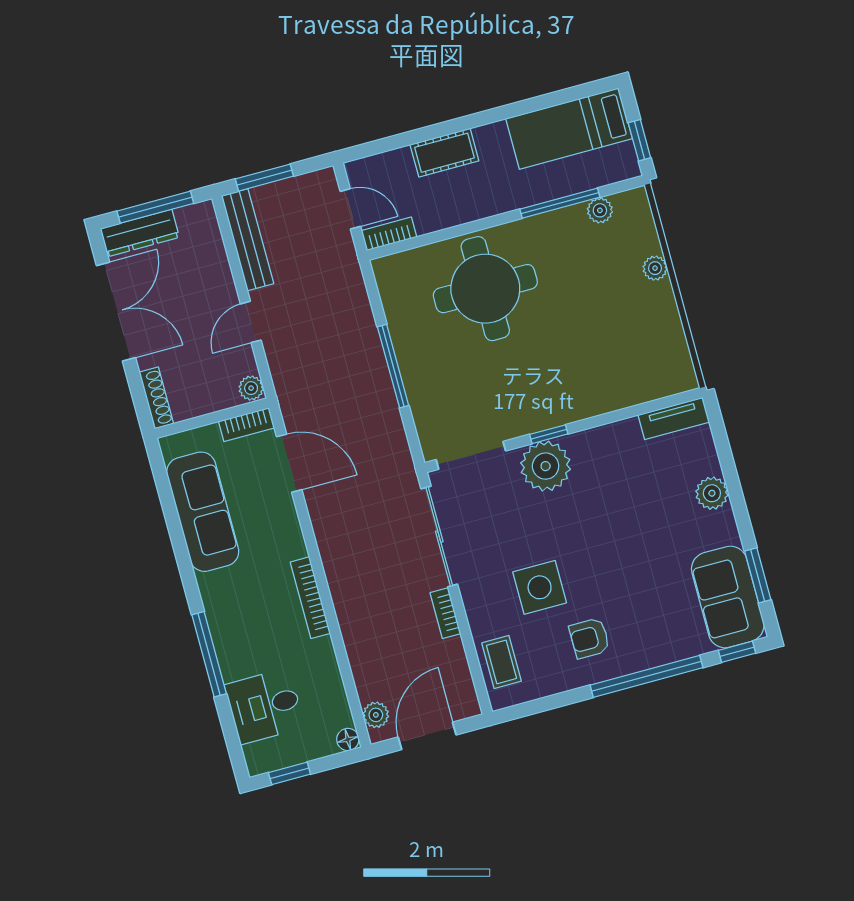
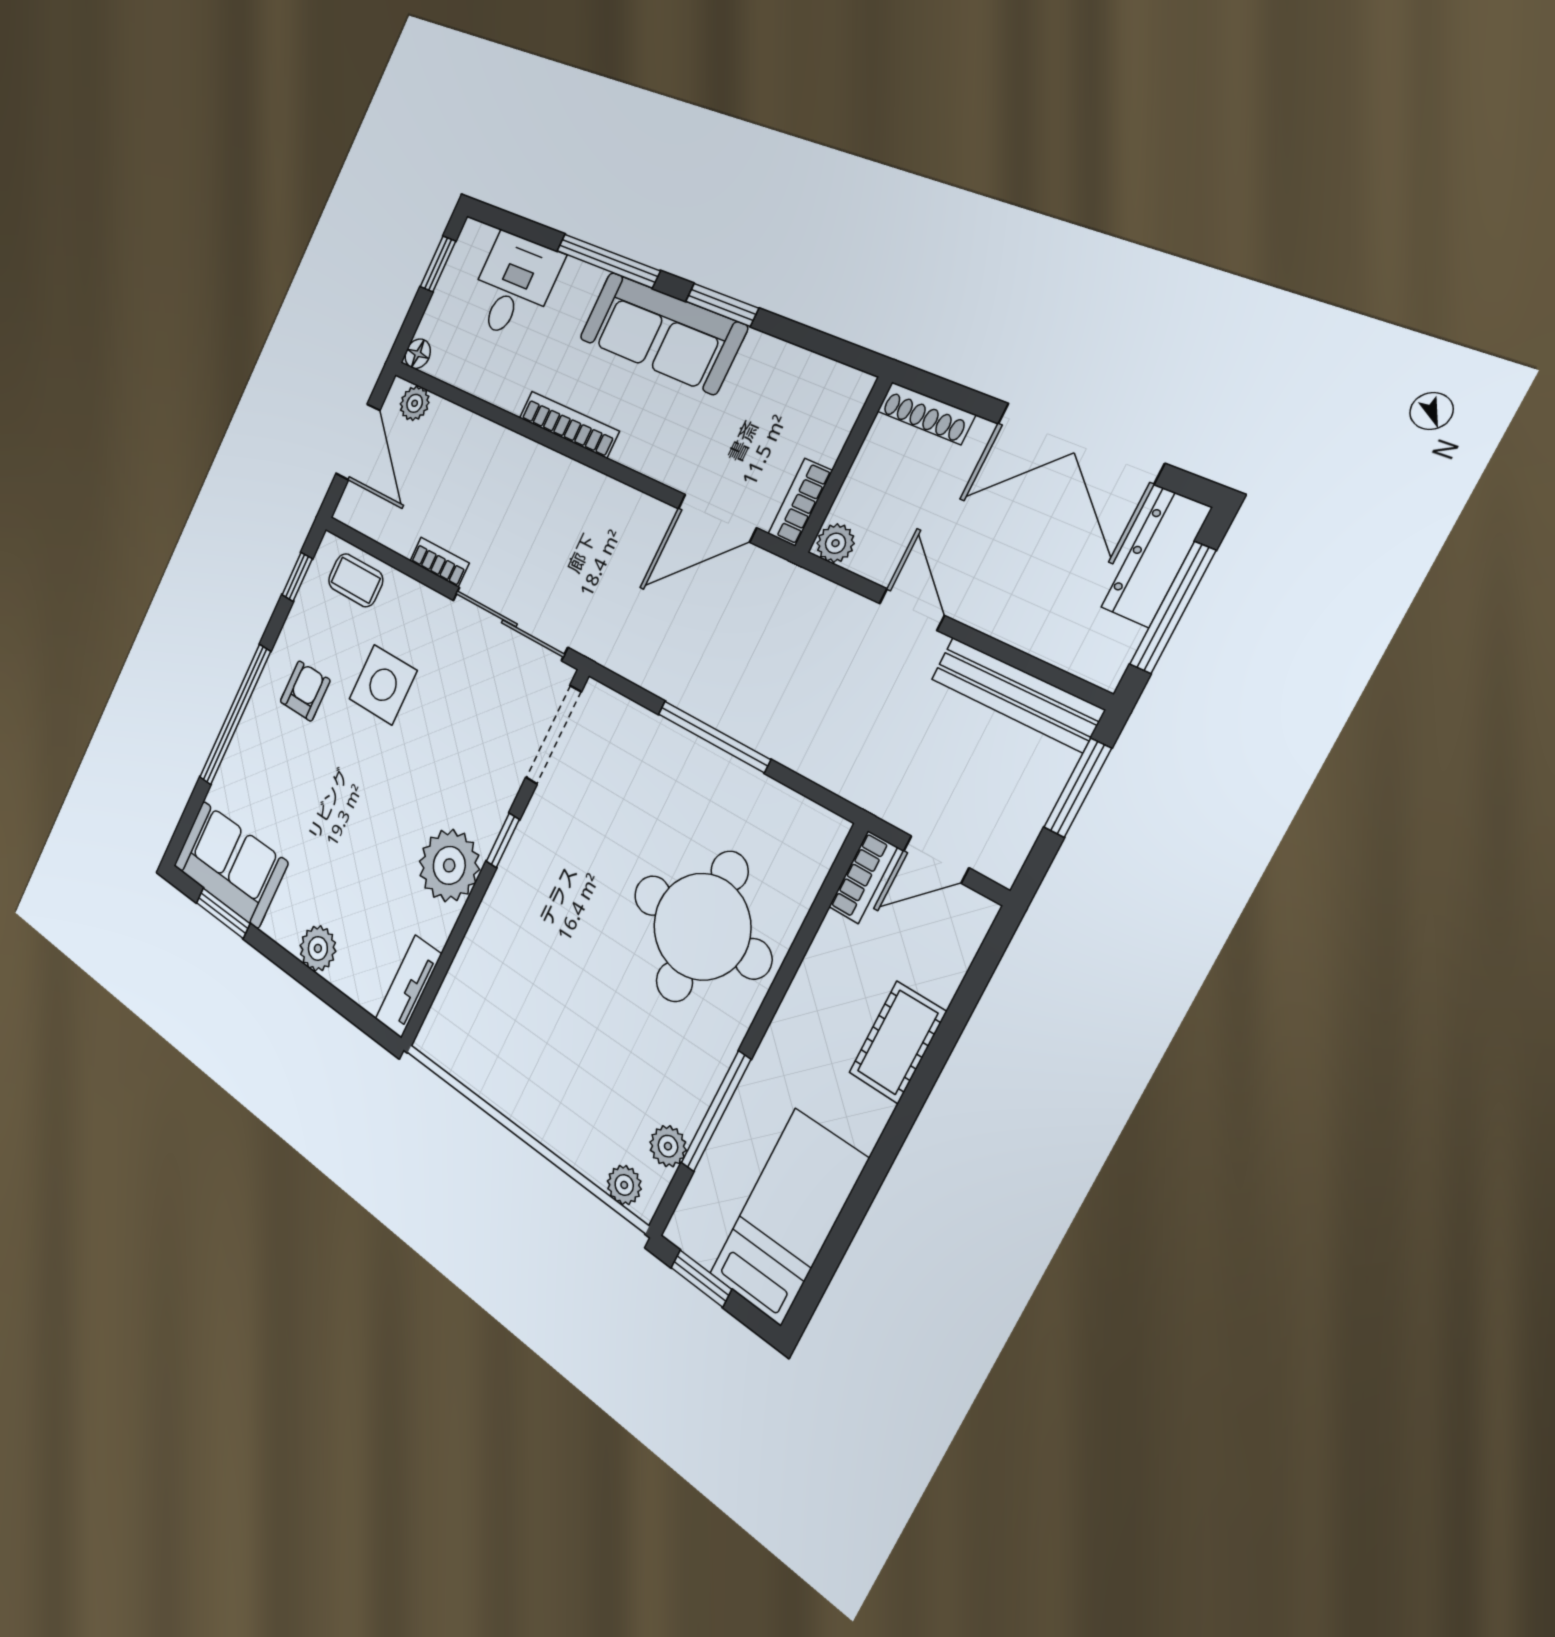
plant: (655, 268) -> (624, 1185), moved
plant: (546, 466) -> (449, 865), moved
sofa: (203, 512) -> (662, 333), moved
window: (184, 560) -> (722, 305), added
window: (737, 652) -> (297, 577), moved

